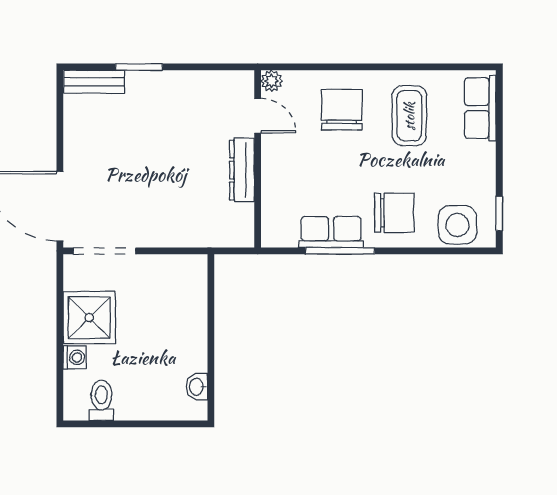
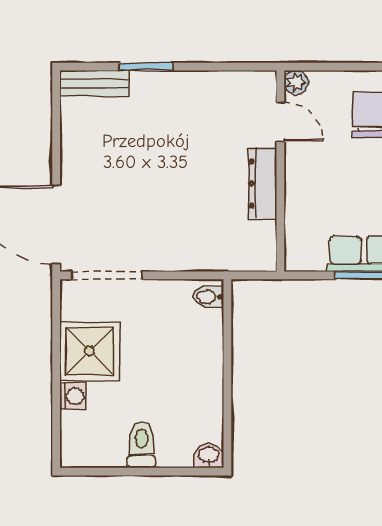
bidet: (194, 270) -> (209, 297), added
washbasin: (197, 387) -> (209, 456), moved, turned 90
toilet: (101, 400) -> (142, 445), moved

